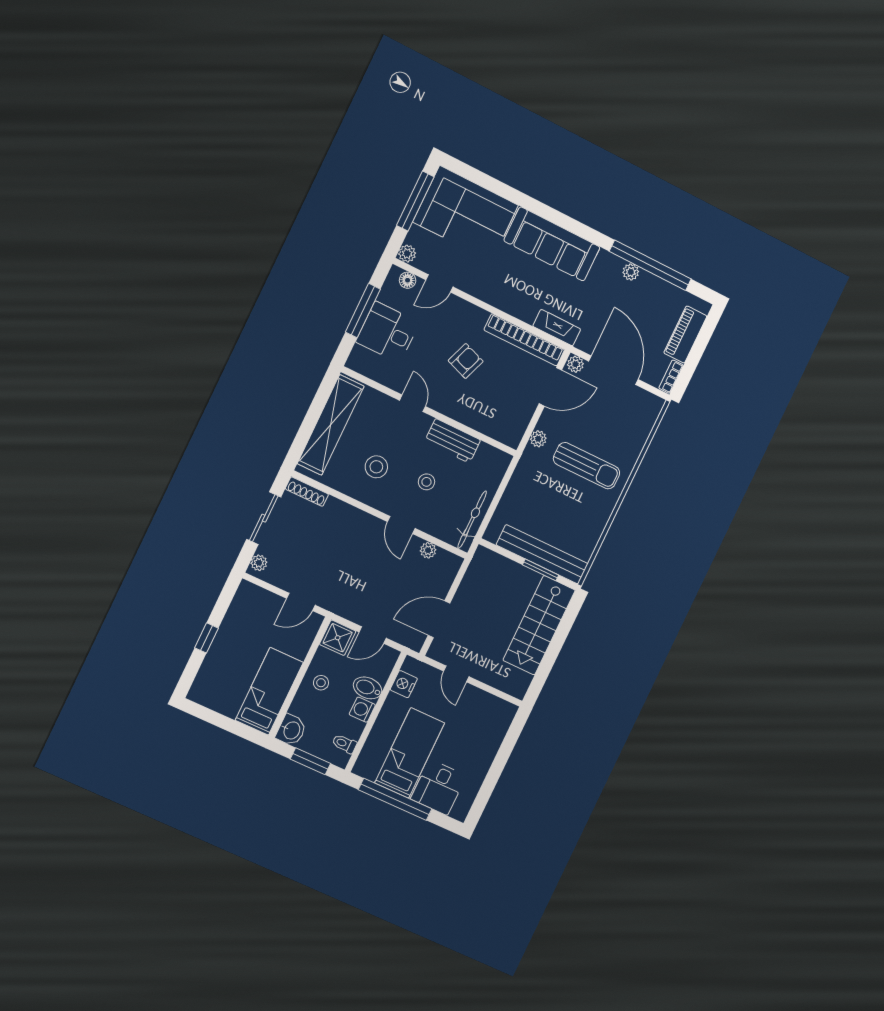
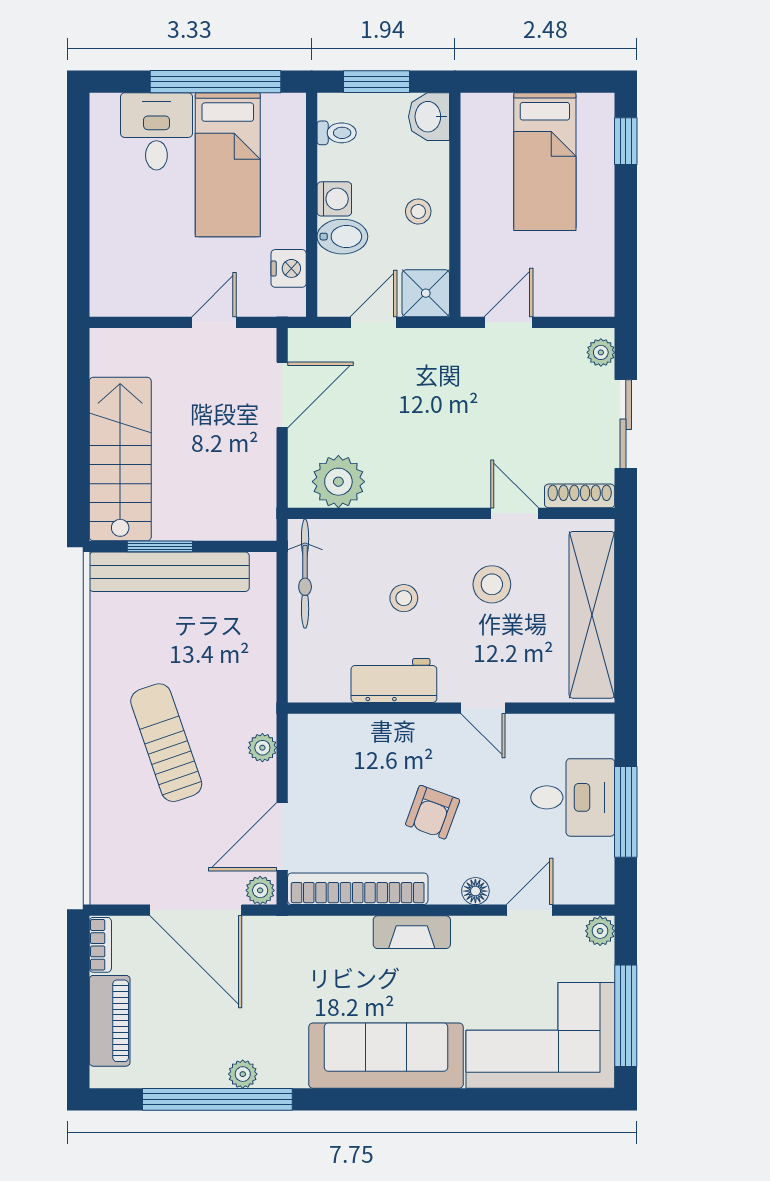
floor lamp: (408, 280) -> (475, 891), moved
fireplace: (557, 328) -> (412, 932), moved
sun lounger: (587, 466) -> (166, 743), turned 71
door: (401, 525) -> (515, 513), moved
plant: (428, 550) -> (338, 482), width x1.87, depth x1.87
window: (207, 638) -> (626, 141), moved
door: (456, 674) -> (214, 322), hinge flipped
bed: (269, 691) -> (545, 162), moved

